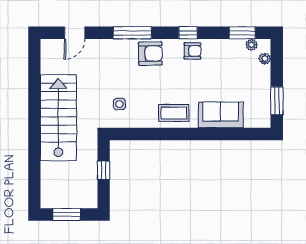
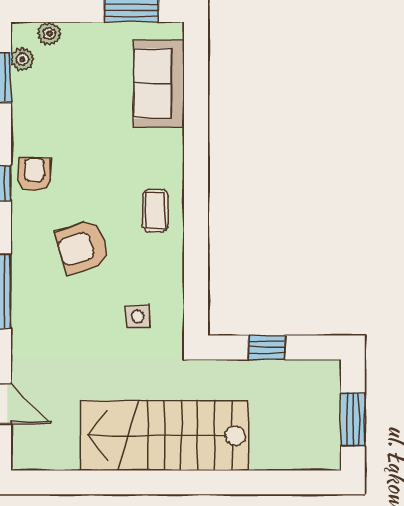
armchair: (150, 54) -> (82, 247), moved, turned -107
coffee table: (174, 113) -> (155, 211), width x0.73, depth x0.77
sofa: (221, 115) -> (159, 84), moved

